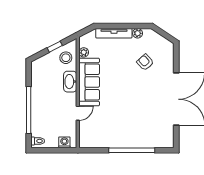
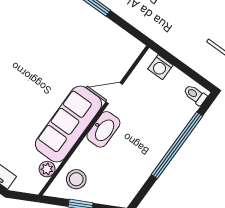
washbasin: (70, 82) -> (103, 129), moved

